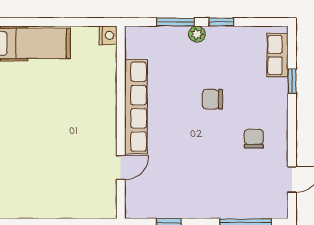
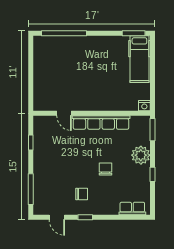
window: (176, 22) -> (152, 130), moved
plant: (197, 34) -> (141, 155), width x1.88, depth x1.88
window: (292, 81) -> (85, 217), moved

